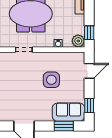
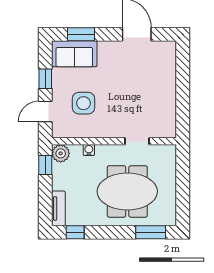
side table: (51, 80) -> (83, 103), moved
window: (89, 106) -> (45, 79), moved

